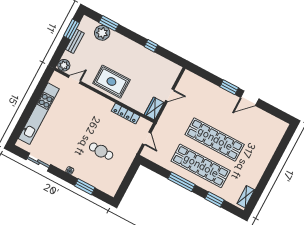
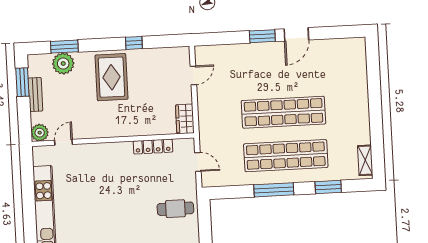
rug: (111, 82) -> (112, 77), moved, turned 90
door: (170, 95) -> (193, 75), moved
cafe table: (101, 151) -> (175, 209), moved

